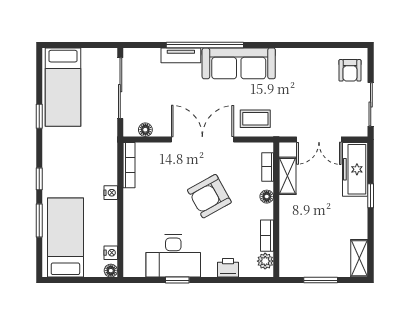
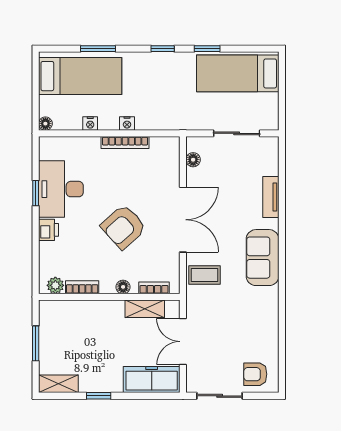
window: (205, 45) -> (282, 222), removed
sofa: (239, 63) -> (263, 258), width x0.73
sliding door: (120, 88) -> (237, 133), width x0.73
coffee table: (255, 119) -> (205, 275), turned 90
bookcase: (129, 165) -> (125, 143), moved
window: (39, 179) -> (163, 49), moved
armchair: (209, 196) -> (123, 227), turned -103
window: (371, 196) -> (99, 396), moved
nightstand: (111, 253) -> (90, 124), moved
printer: (228, 268) -> (48, 230), moved

